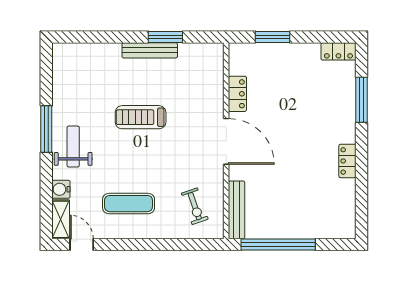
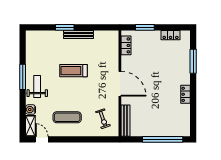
window: (165, 37) -> (65, 27), moved
locker: (338, 51) -> (171, 35), moved
locker: (237, 94) -> (126, 45), moved
window: (278, 244) -> (163, 139), moved

